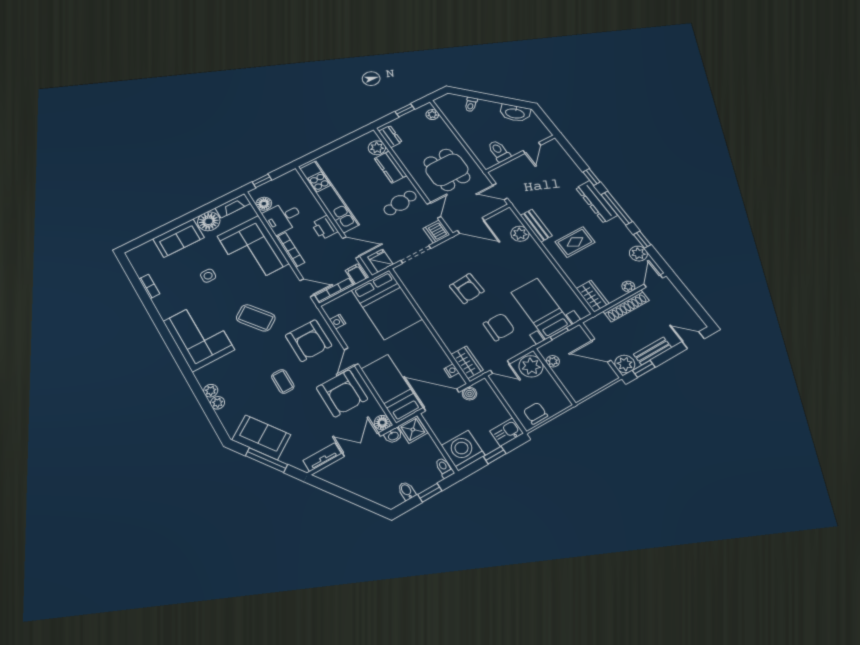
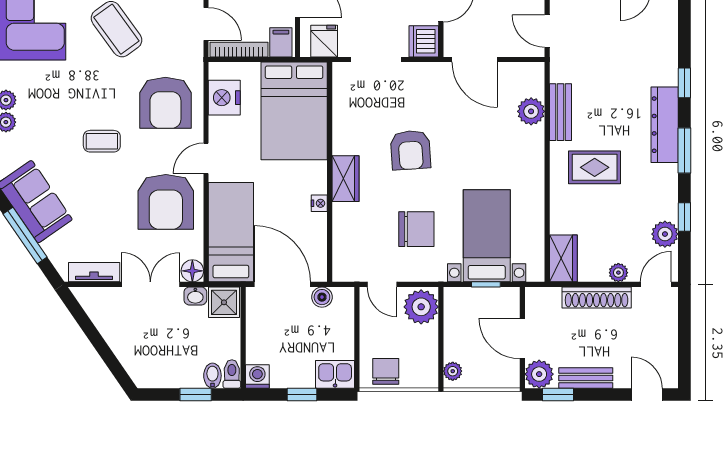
window: (617, 208) -> (684, 151), width x0.69
nightstand: (337, 322) -> (224, 98), width x1.89, depth x1.79
plant: (553, 361) -> (453, 371), moved
wardrobe: (467, 362) -> (345, 179), moved
nightstand: (452, 371) -> (319, 203), moved
coffee table: (283, 381) -> (102, 141), turned 90
washing machine: (463, 451) -> (257, 376), width x0.53, depth x0.53
bidet: (407, 491) -> (212, 376), moved

